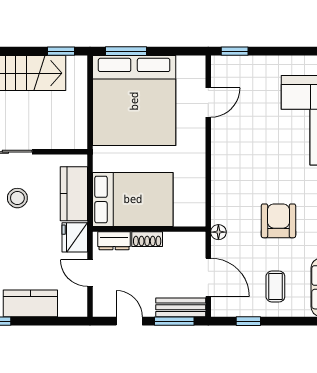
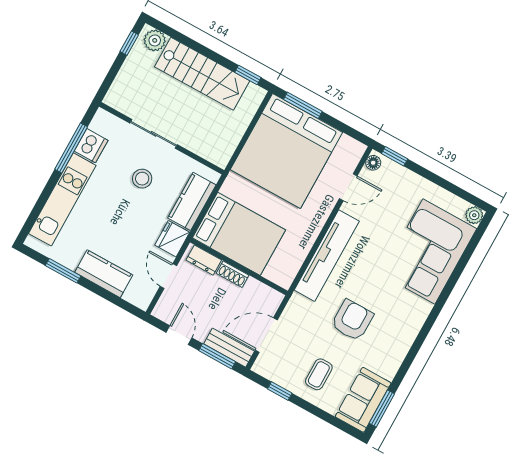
tv unit: (223, 175) -> (327, 256), added
floor lamp: (218, 232) -> (373, 163), moved
door: (208, 277) -> (266, 335), swing flipped

